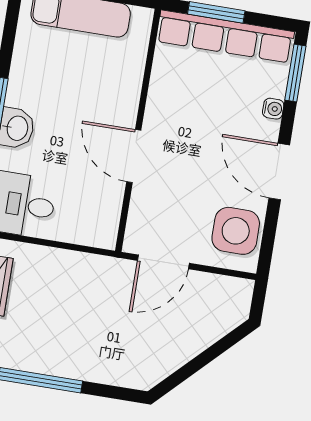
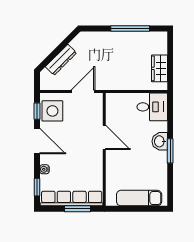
window: (295, 73) -> (37, 187), width x0.67
window: (269, 236) -> (37, 111), added
dresser: (199, 338) -> (61, 60), added

